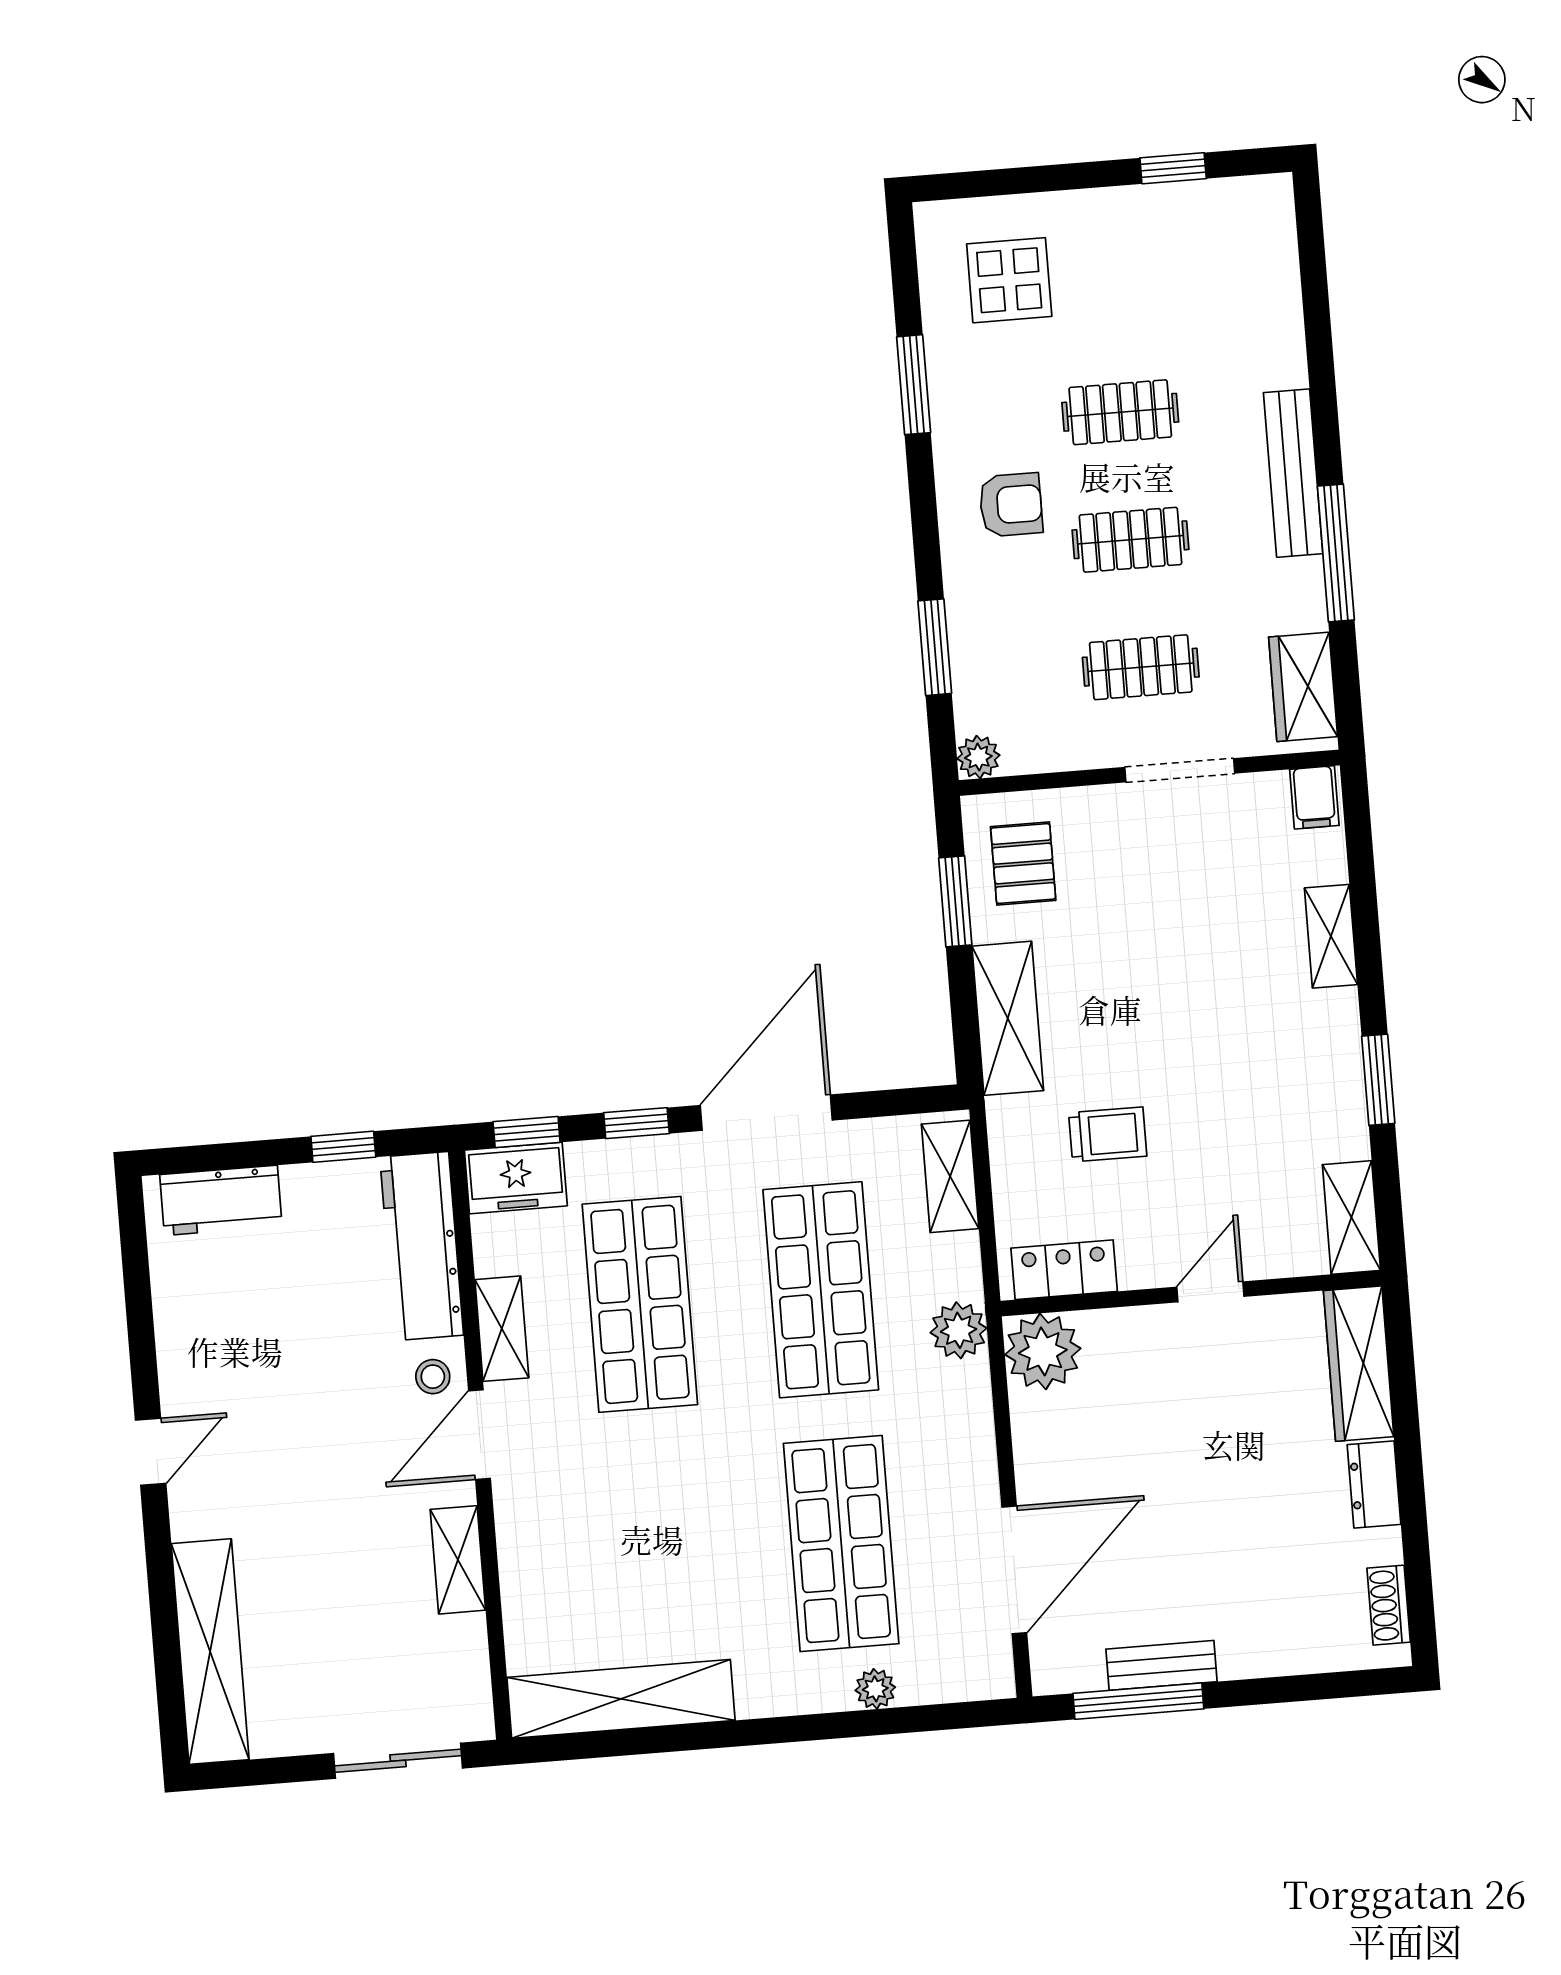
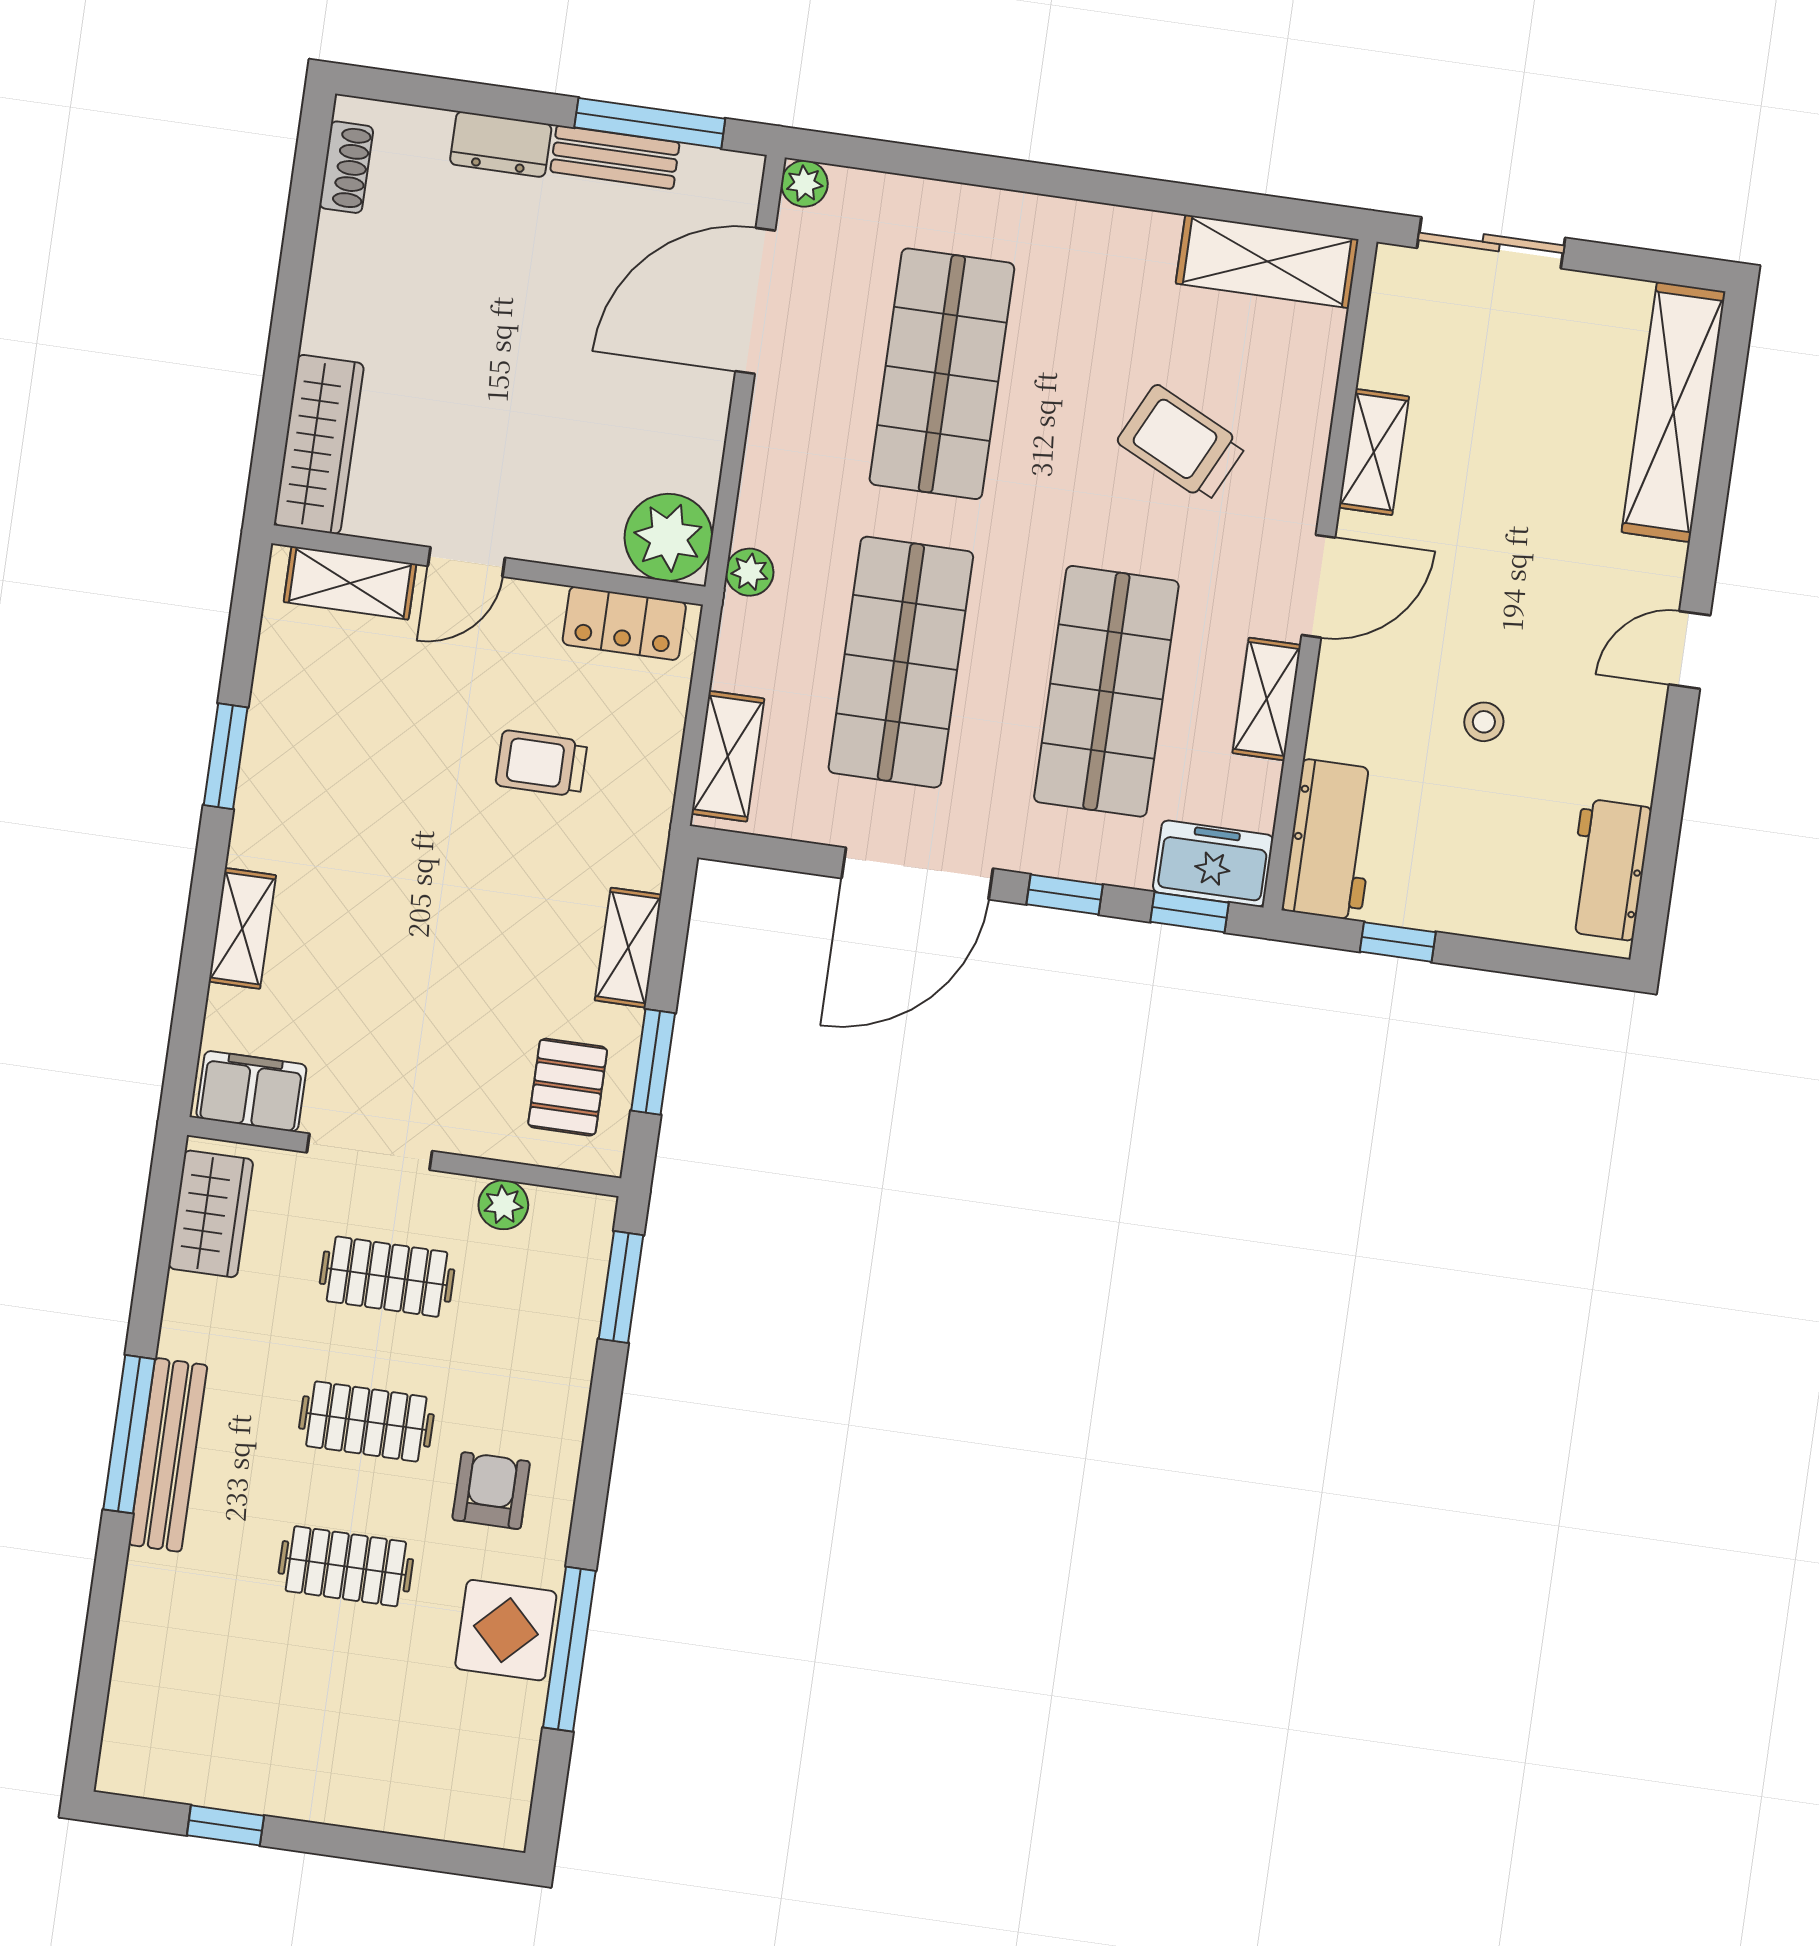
display table: (1009, 280) -> (506, 1630), moved
window: (914, 385) -> (569, 1649), width x1.44
armchair: (1011, 505) -> (491, 1491), turned 90
window: (1336, 553) -> (129, 1434), moved
window: (935, 647) -> (621, 1287), moved
plant: (978, 757) -> (503, 1205), moved
filing cabinet: (1314, 797) -> (251, 1091), width x2.00
shelving: (1008, 1018) -> (628, 948), width x0.67, depth x0.75
workbench: (221, 1200) -> (1608, 870), moved, turned -90
shelving: (1351, 1217) -> (350, 583), moved, turned 90
workbench: (422, 1246) -> (1331, 840), width x0.73
plant: (959, 1330) -> (750, 572), width x0.73, depth x0.73
stool: (433, 1377) -> (1484, 722), moved
dresser: (1374, 1485) -> (501, 144), moved, turned 90
trolley: (624, 1530) -> (1181, 443), added
plant: (875, 1689) -> (804, 184), moved
shelving: (621, 1699) -> (1267, 261), width x0.68

